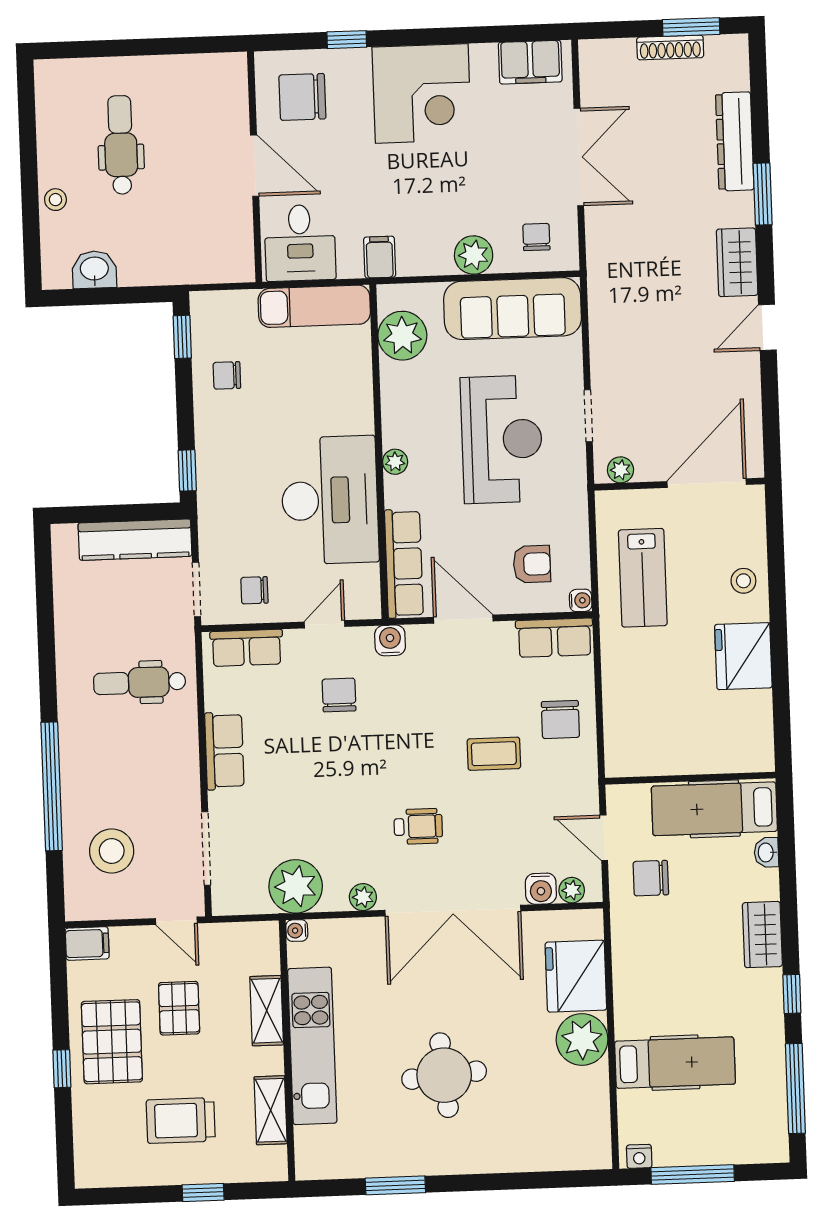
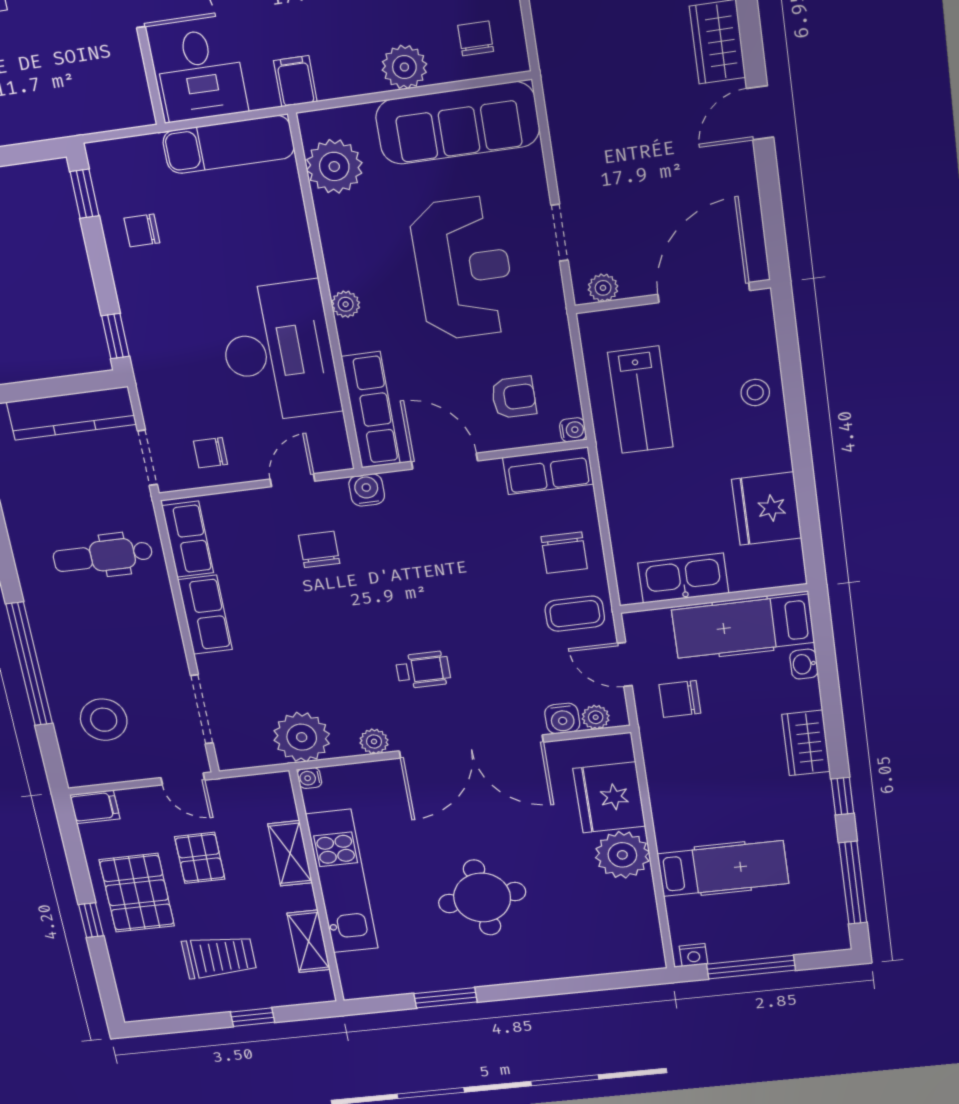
row of seats: (247, 648) -> (188, 539), moved, turned -90
fridge: (743, 656) -> (767, 509), moved
coffee table: (494, 754) -> (575, 614), moved
kitchen sink: (665, 755) -> (683, 578), added
trolley: (181, 1121) -> (219, 957), turned 180

